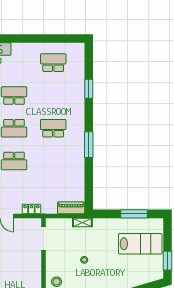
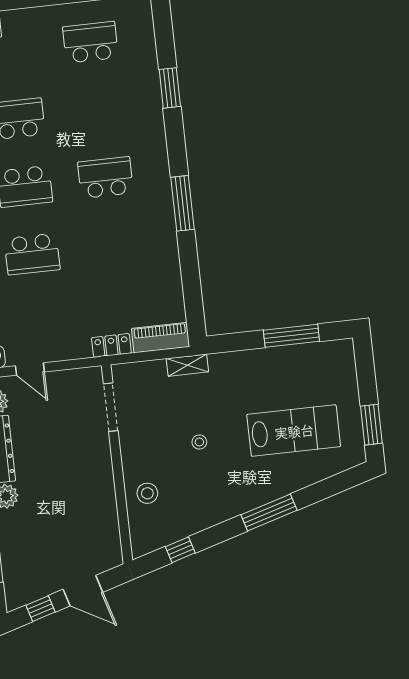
locker: (31, 209) -> (111, 345), moved
lab bench: (140, 244) -> (294, 431), moved

